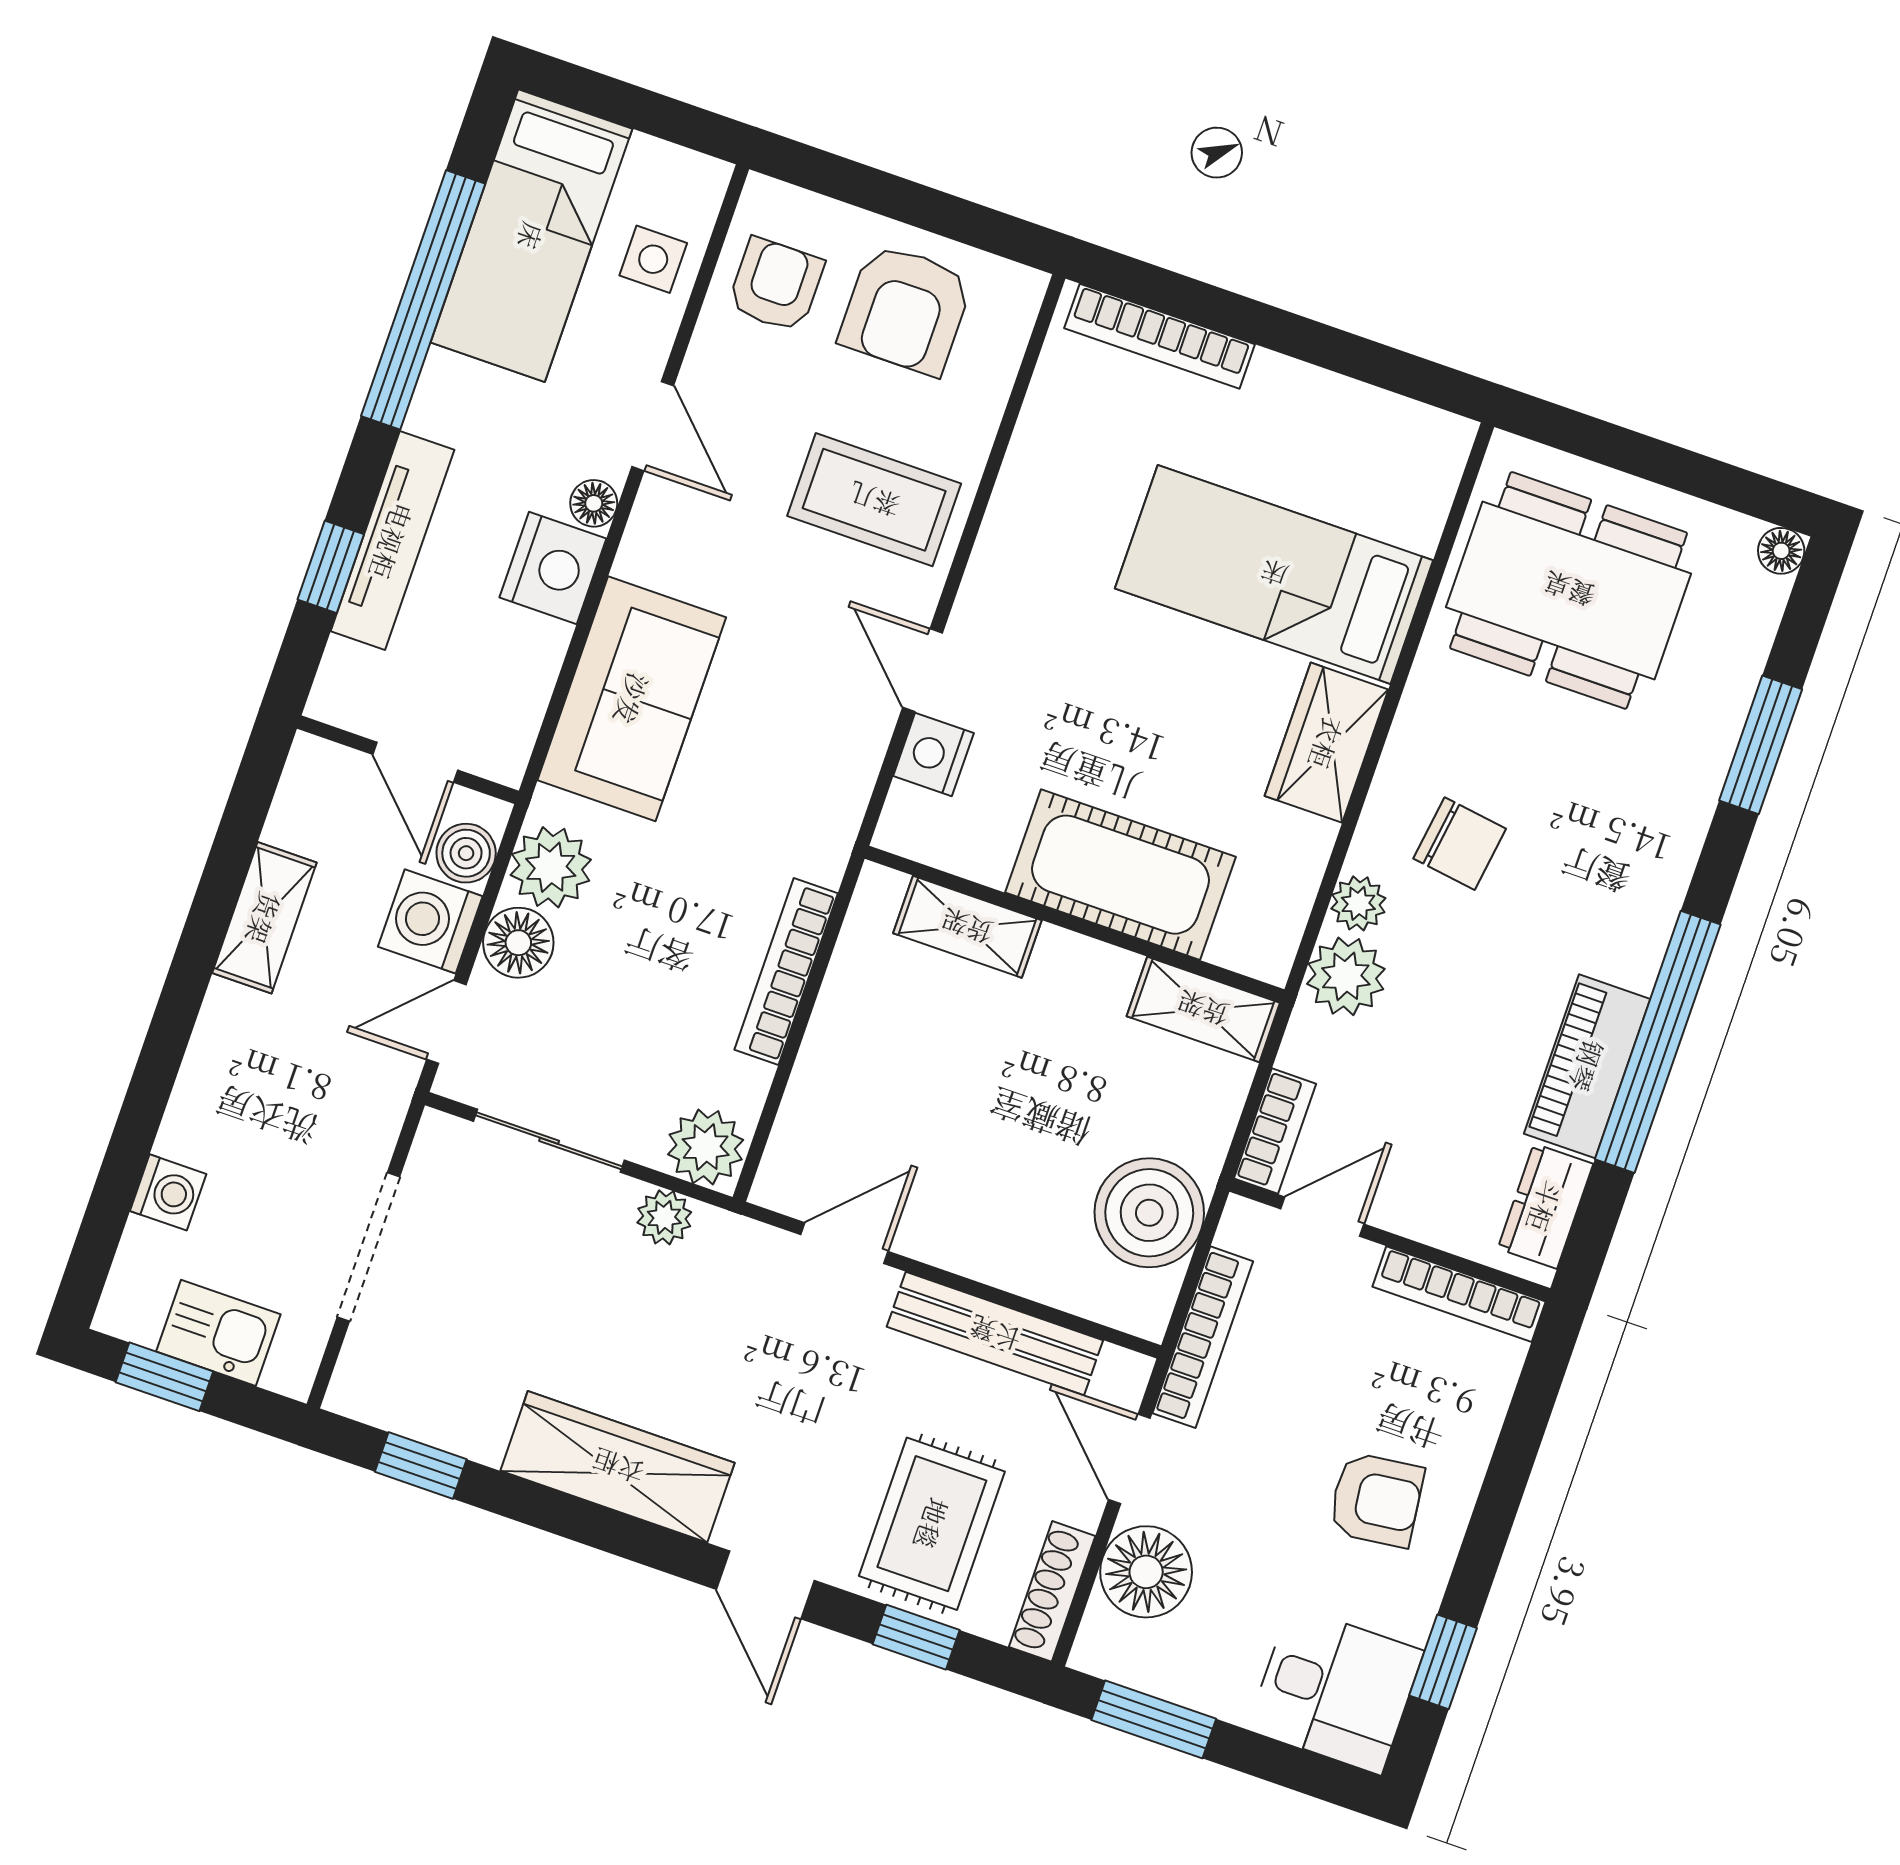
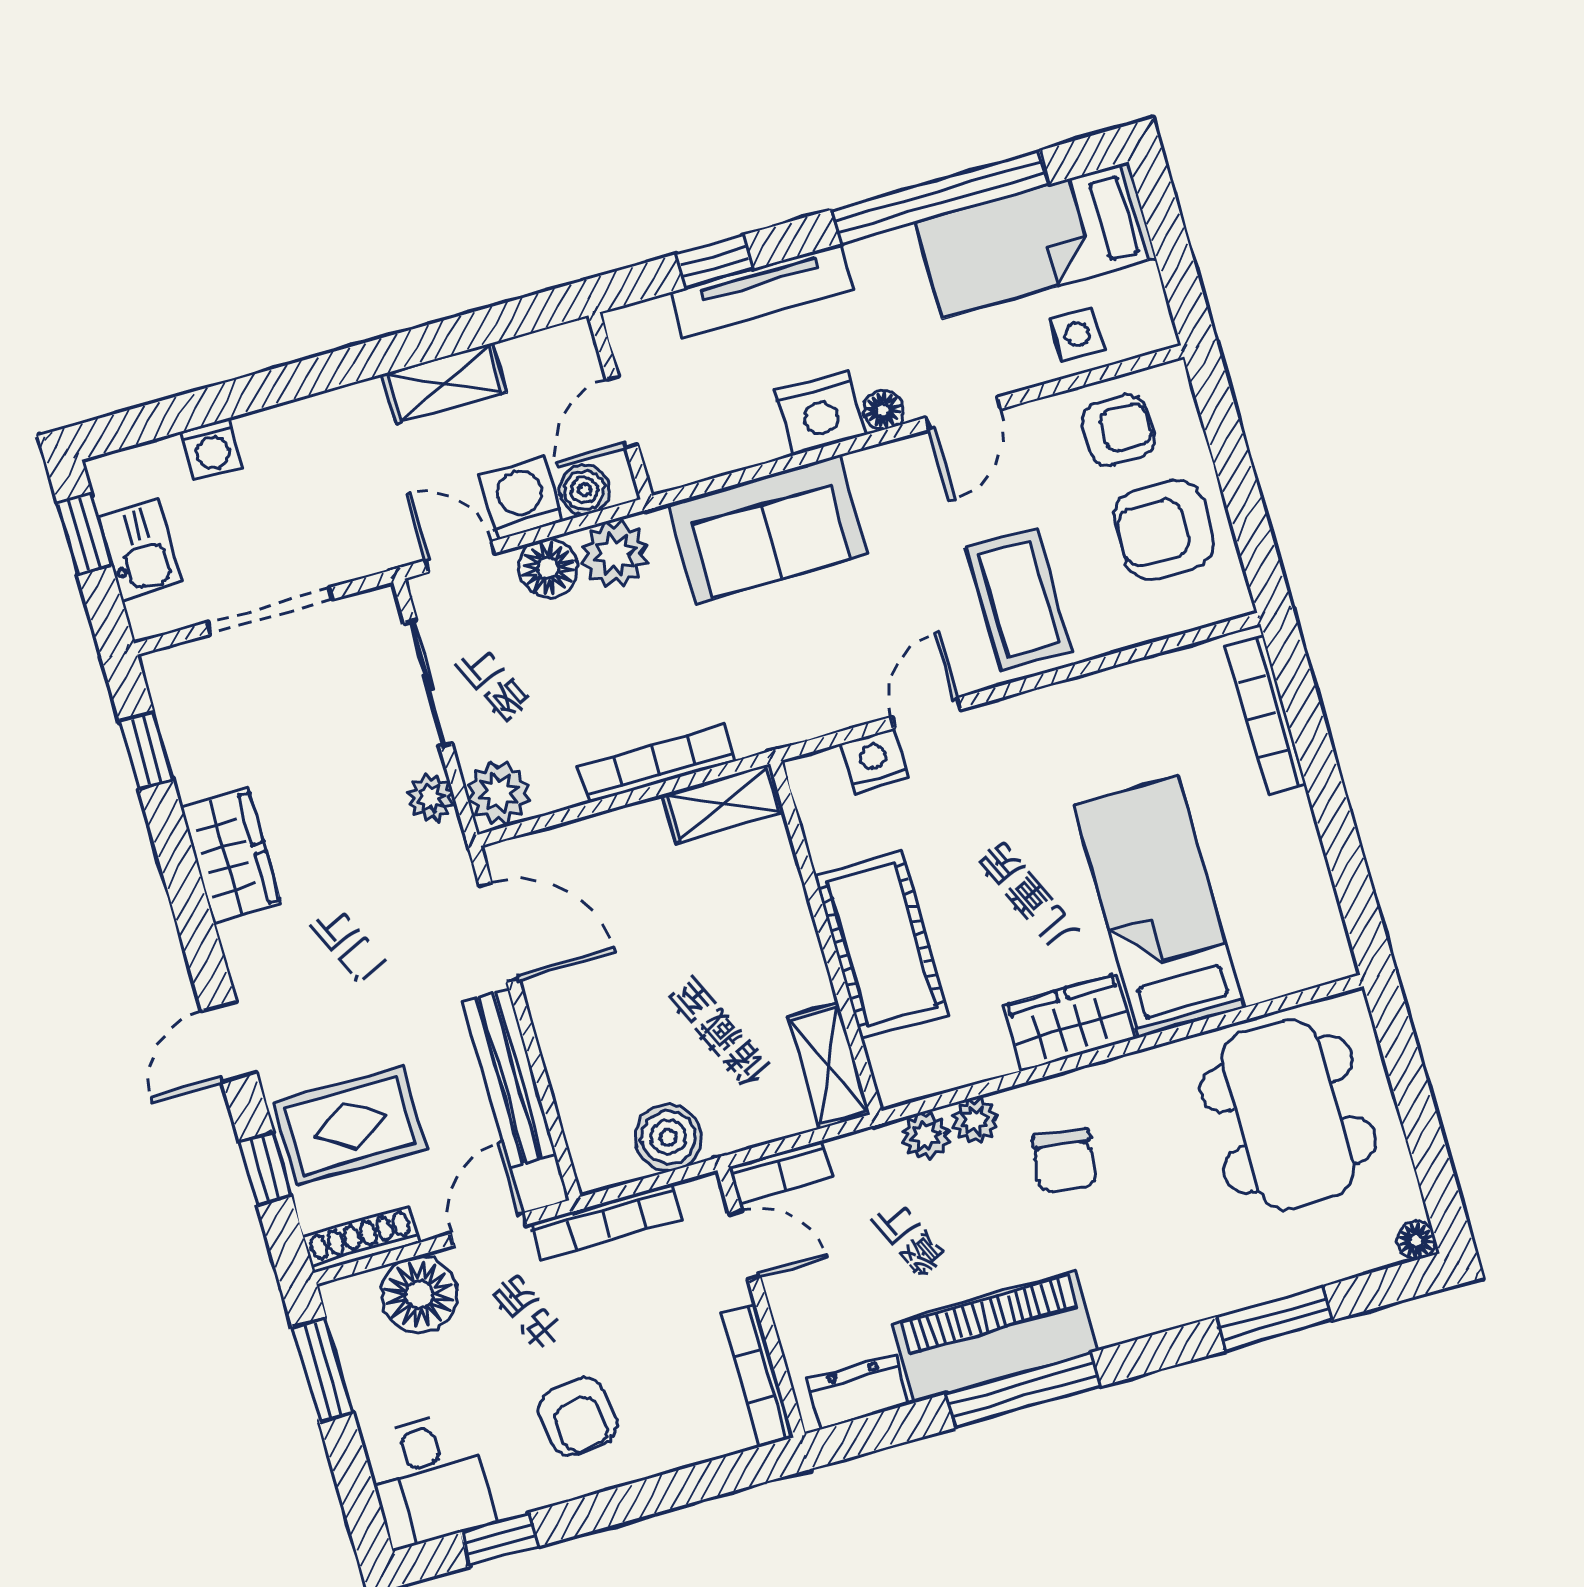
shelving: (967, 927) -> (723, 803), moved, turned 90
plant: (1346, 976) -> (926, 1136), width x0.73, depth x0.73
window: (1658, 1042) -> (1023, 1390), width x0.68
piano: (1587, 1066) -> (995, 1337), width x1.37, depth x1.33
boiler: (1149, 1213) -> (668, 1137), width x0.73, depth x0.73
door: (844, 1243) -> (499, 933), width x1.38
wardrobe: (618, 1467) -> (231, 856), width x0.67

